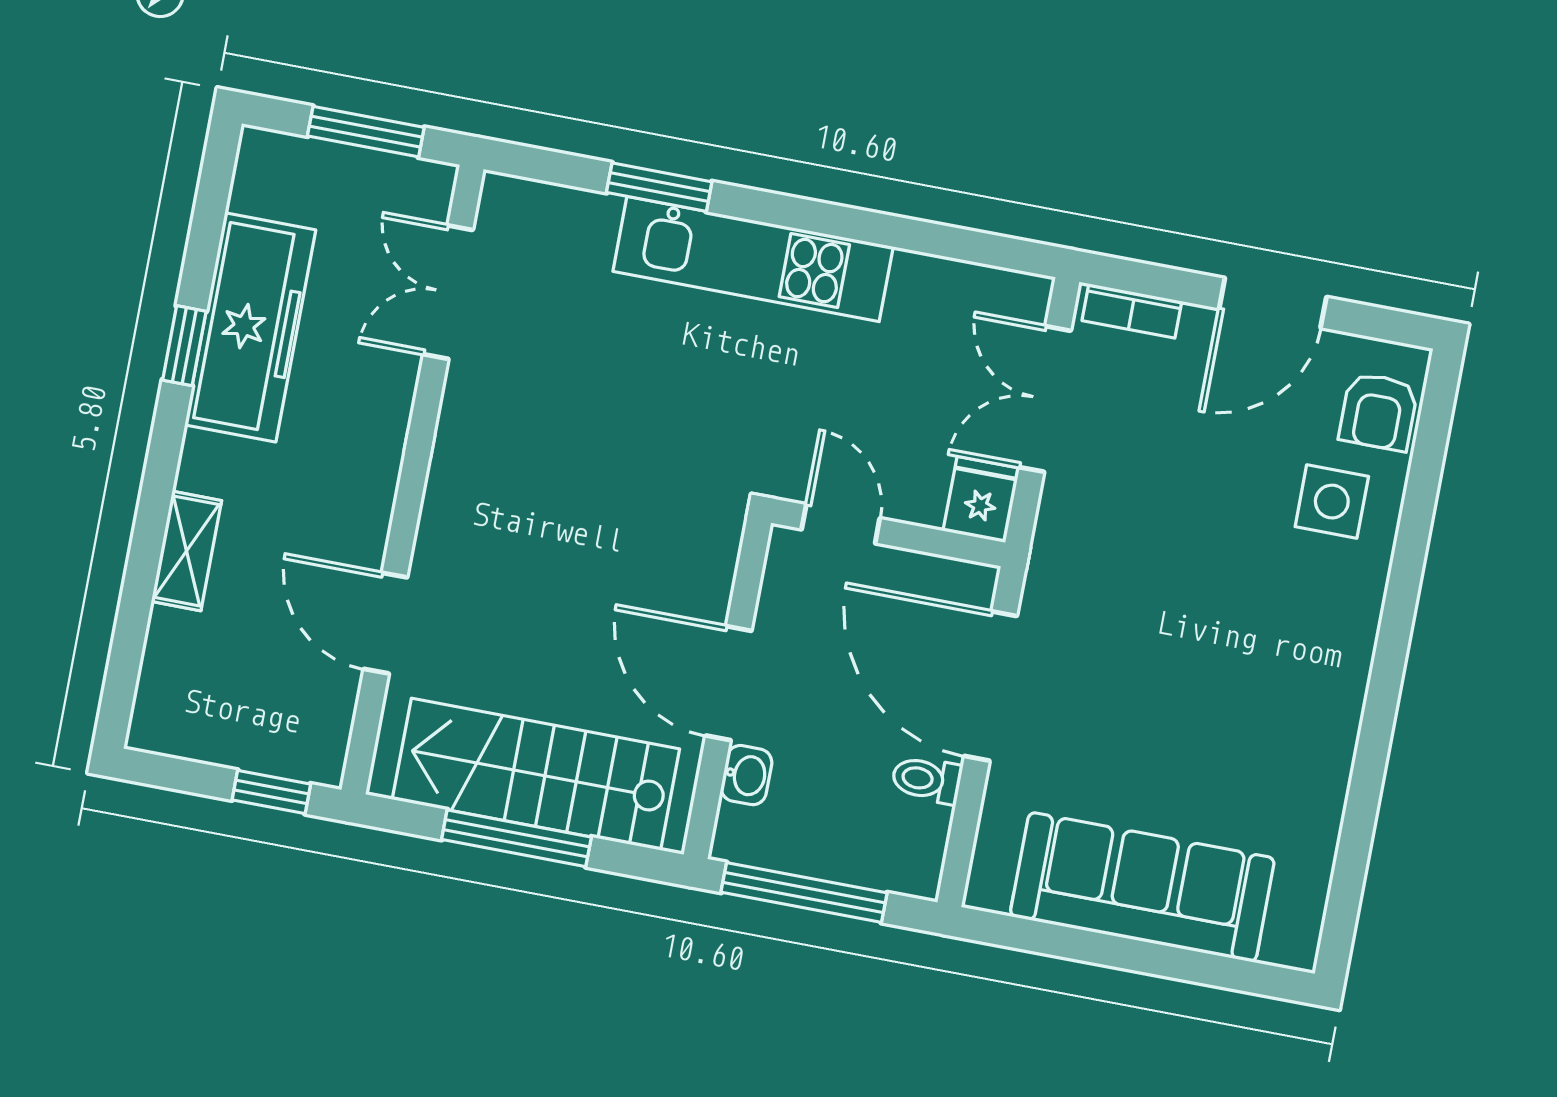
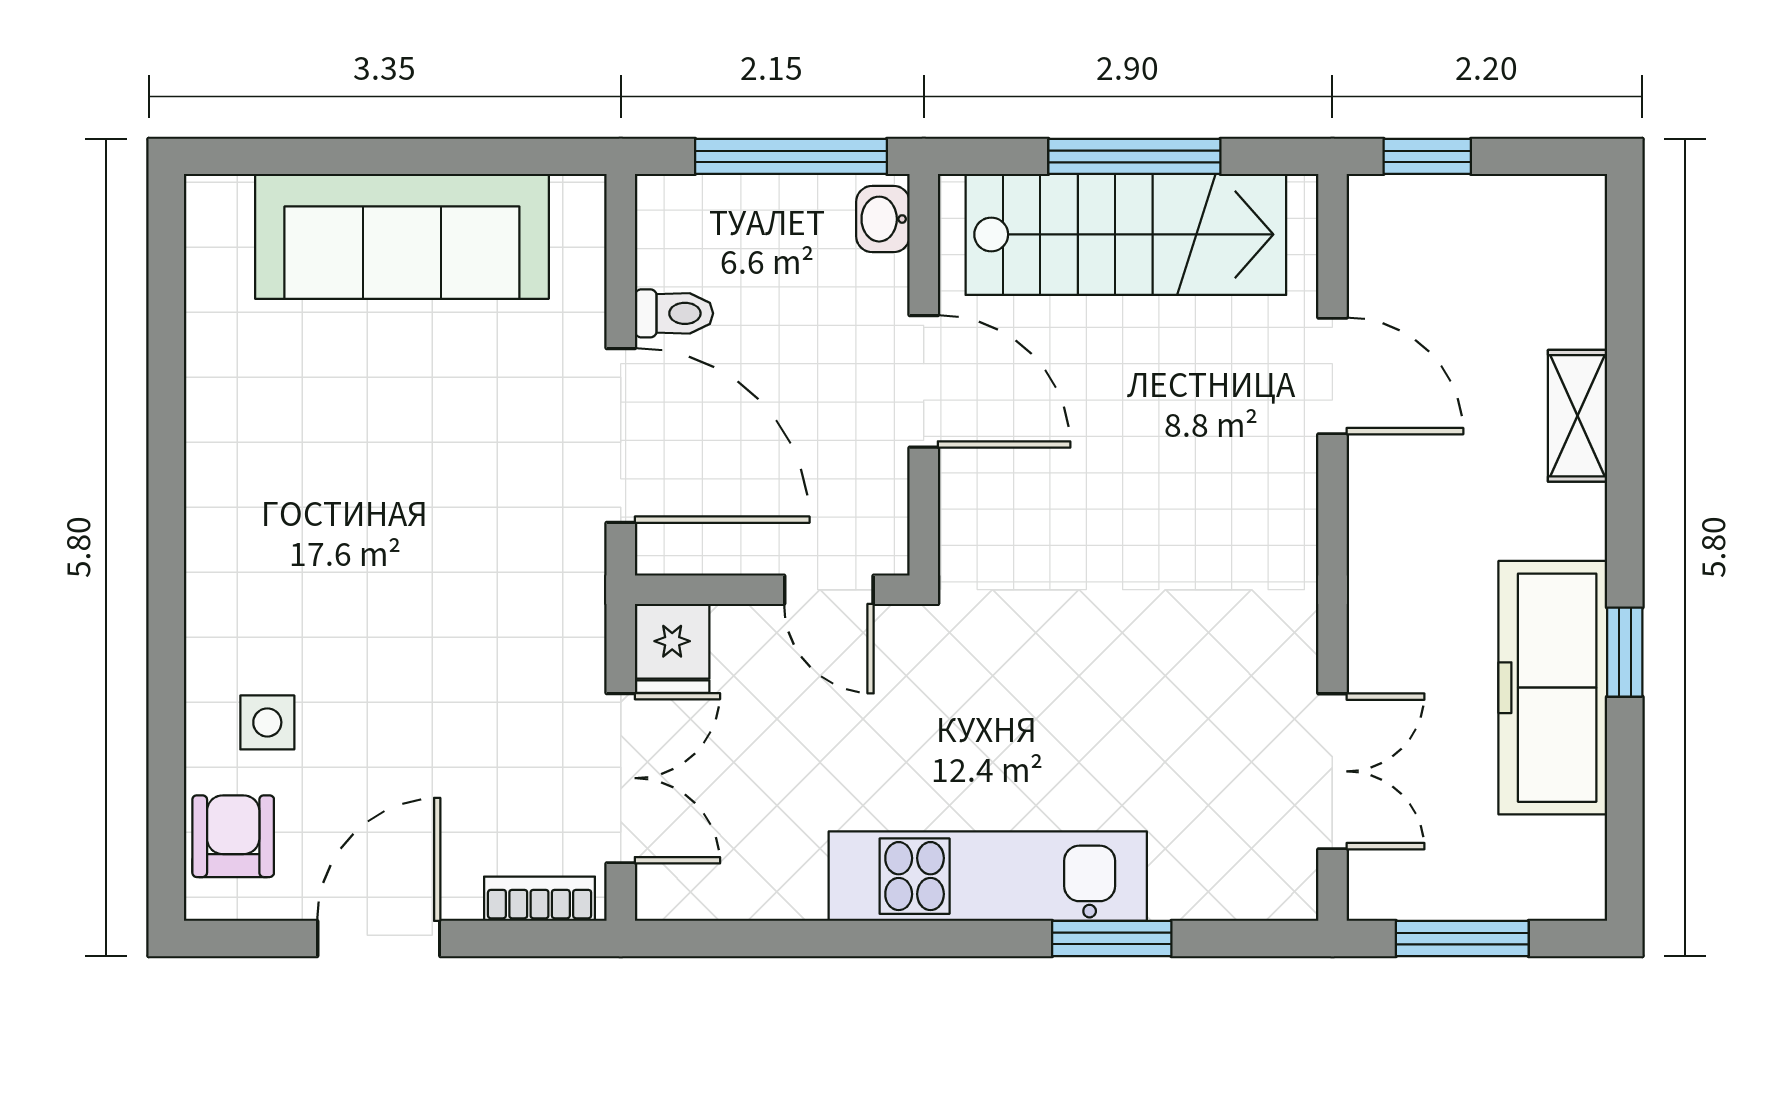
side table: (1332, 502) -> (267, 722), width x0.73, depth x0.73
washbasin: (746, 775) -> (883, 219), moved

